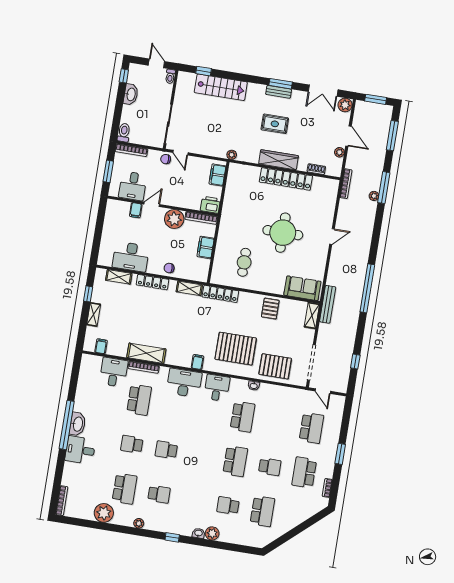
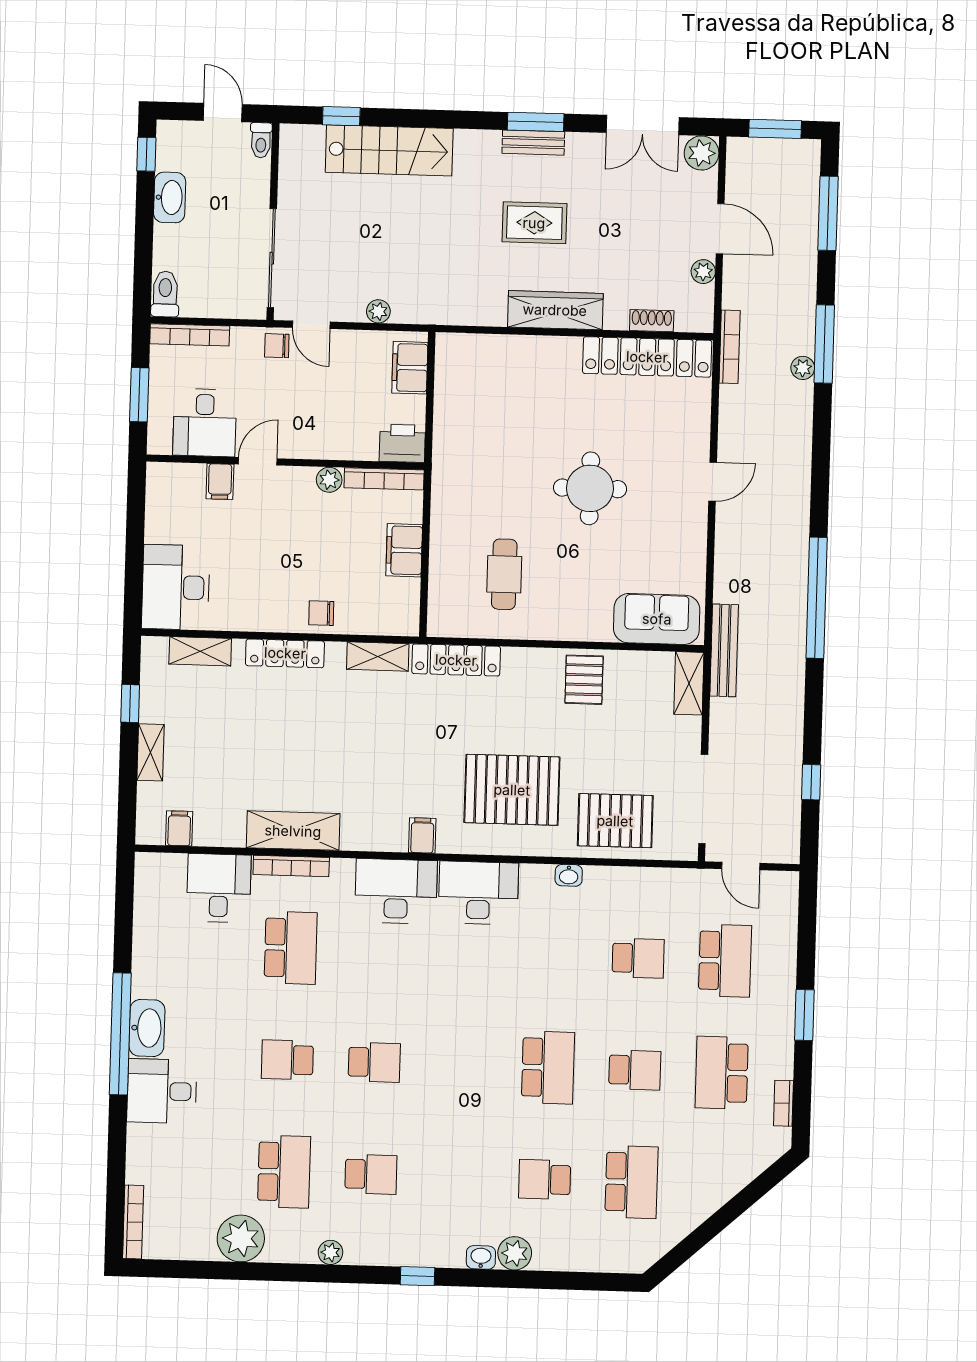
plant: (232, 155) -> (378, 311), moved
locker: (286, 179) -> (647, 357), moved
plant: (174, 219) -> (329, 480), width x0.53, depth x0.53
round table: (283, 233) -> (590, 488), width x0.73, depth x0.73
desk: (131, 257) -> (176, 587), moved, turned 90
desk: (217, 388) -> (478, 893), width x1.37
school desk: (243, 417) -> (638, 958), moved, width x0.54
school desk: (166, 450) -> (374, 1062), turned 180

